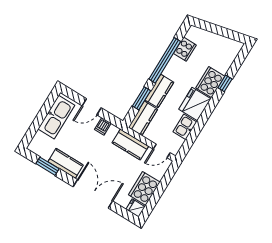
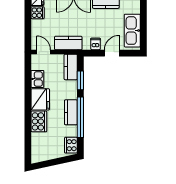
cooker: (185, 49) -> (71, 145), moved
window: (225, 83) -> (28, 127), removed
kitchen counter: (159, 91) -> (71, 112), moved
door: (162, 151) -> (44, 52), hinge flipped
cooker: (144, 188) -> (38, 13), width x0.53, depth x0.76

